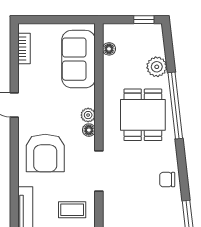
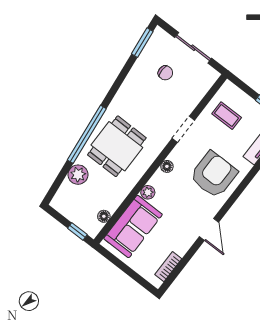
window: (144, 20) -> (77, 231), moved
plant: (88, 115) -> (148, 192), moved
doorway: (99, 171) -> (183, 129), width x0.73
chair: (167, 180) -> (165, 73), moved

